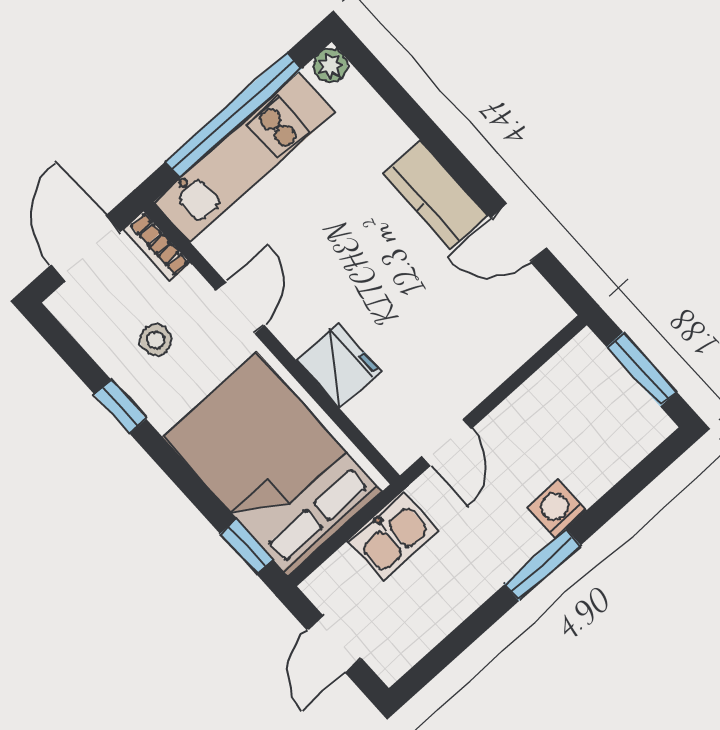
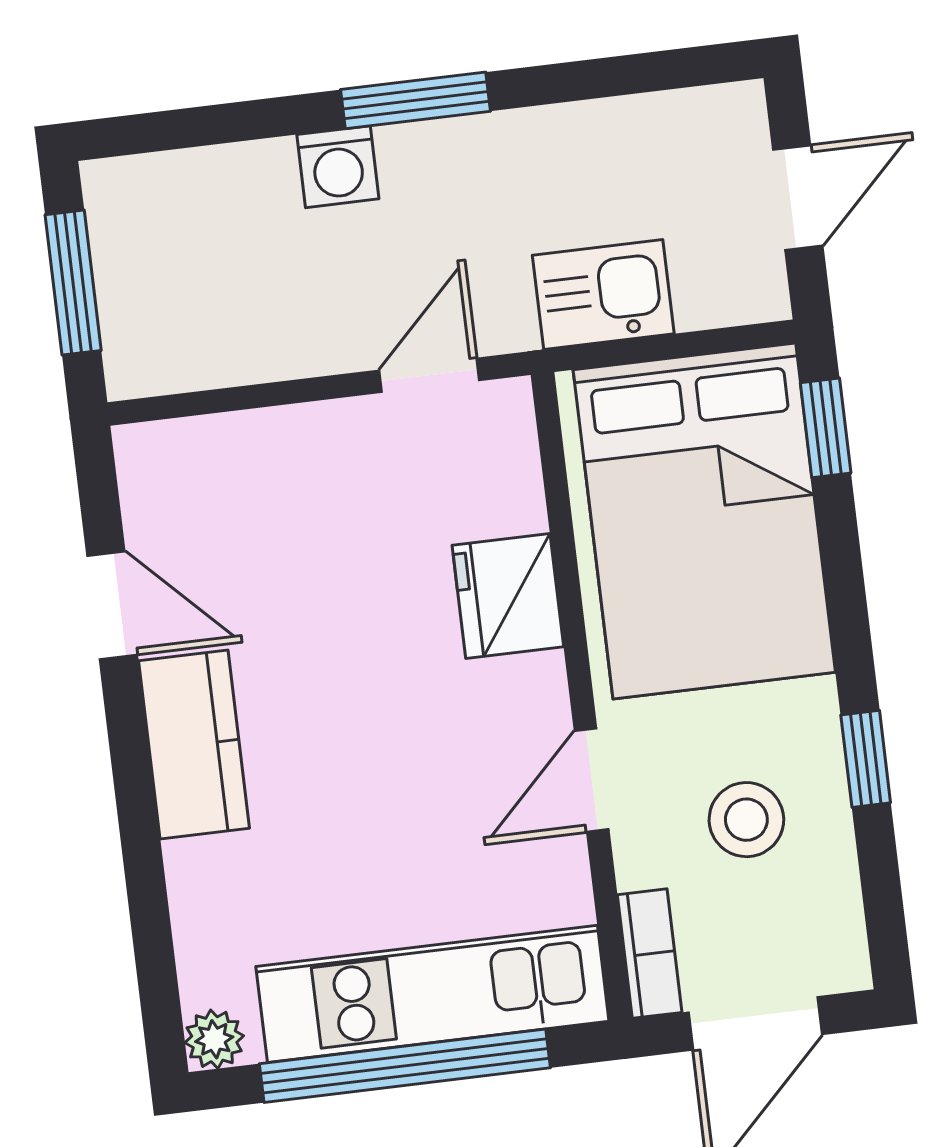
stool: (156, 340) -> (746, 820), width x1.37, depth x1.37

